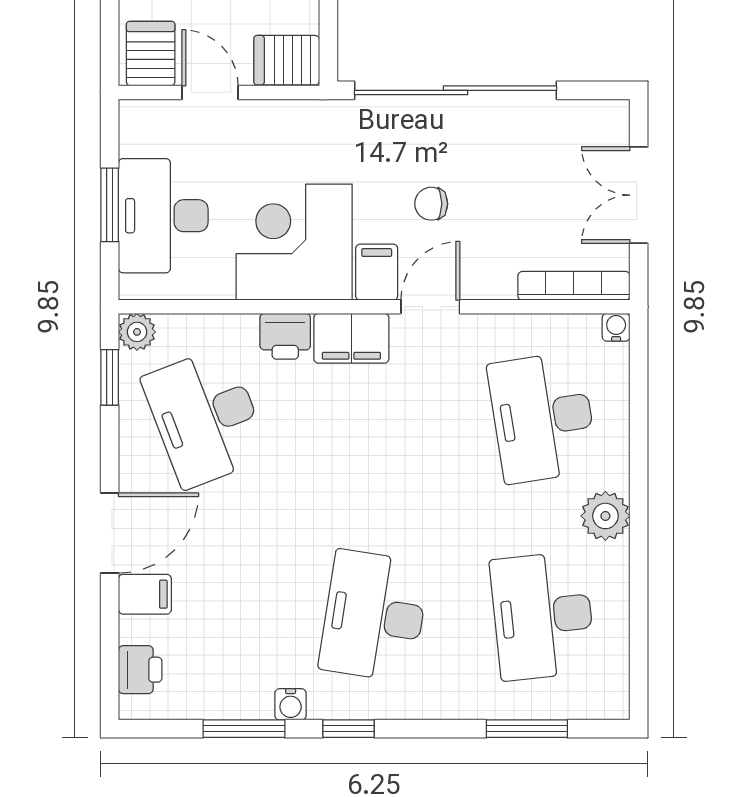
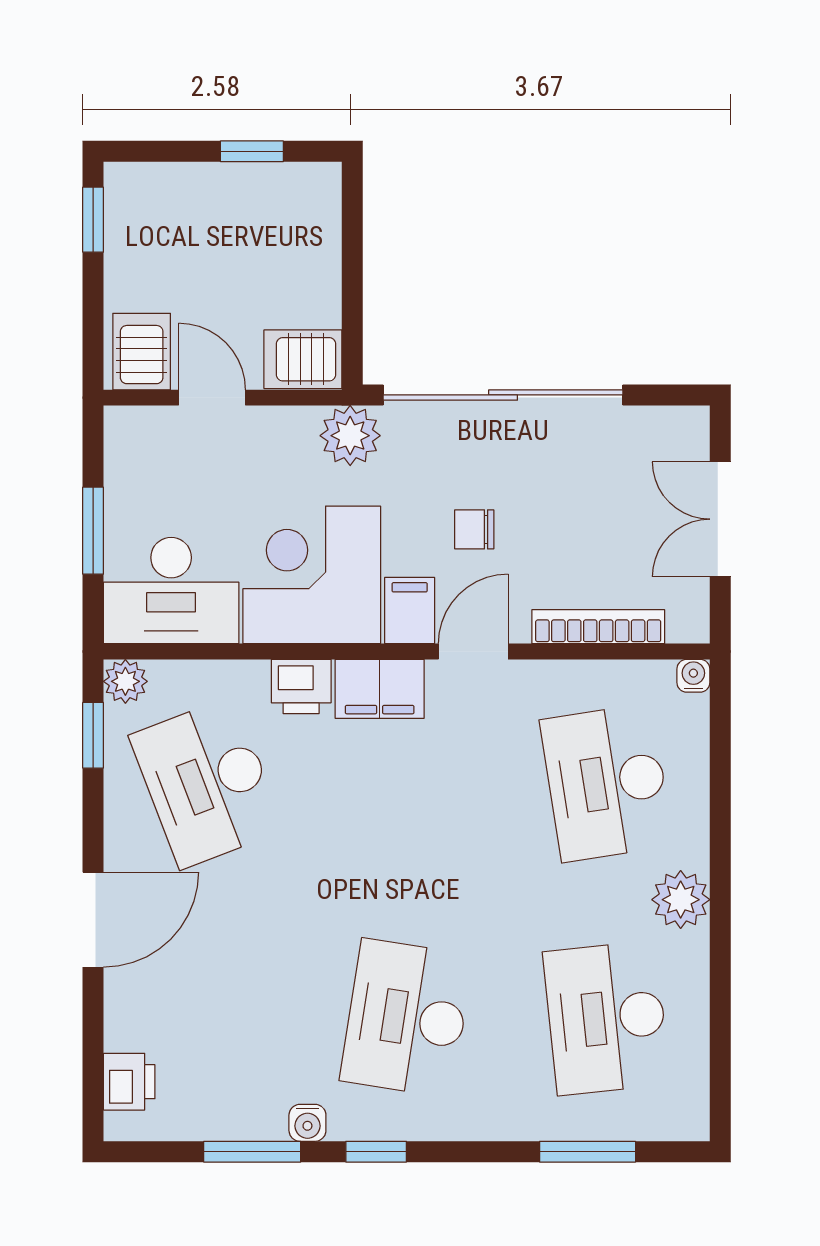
plant: (327, 125) -> (350, 436), added
desk: (163, 216) -> (171, 591), moved, turned -90
bookcase: (574, 286) -> (598, 627), moved
filing cabinet: (145, 594) -> (135, 992), removed

